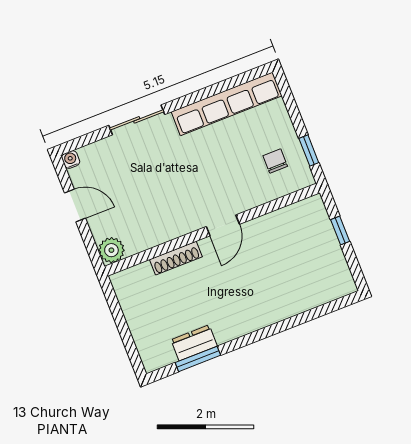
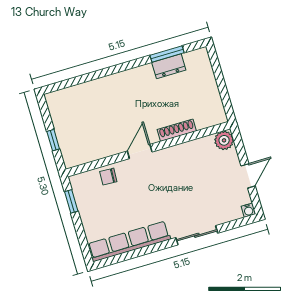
chair: (275, 161) -> (108, 177), moved, turned 93
door: (75, 206) -> (248, 176), swing flipped

